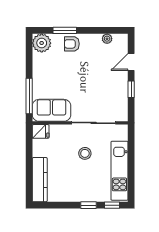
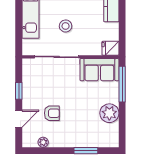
plant: (42, 43) -> (109, 113), moved
armchair: (72, 44) -> (52, 113), moved

